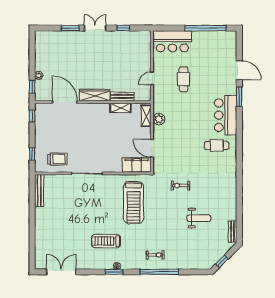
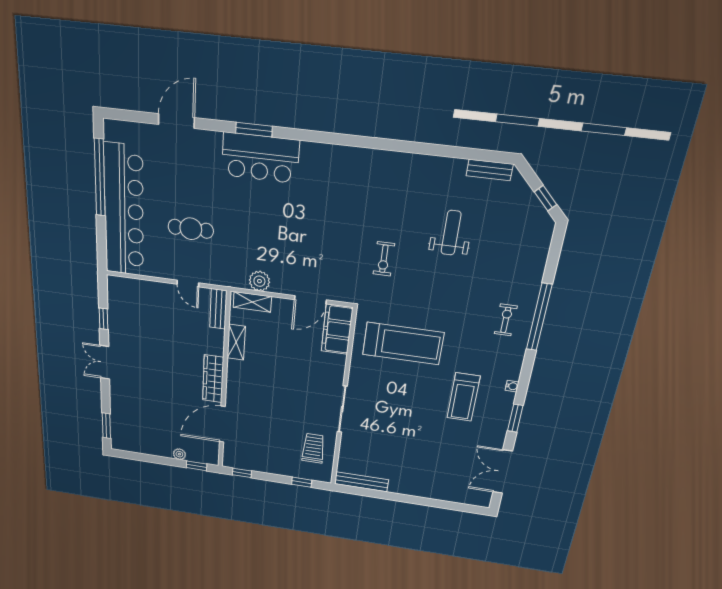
window: (70, 28) -> (106, 426), moved
bar counter: (172, 41) -> (124, 211), width x1.86
bench: (122, 96) -> (218, 309), moved
window: (239, 97) -> (254, 130), moved
cafe table: (217, 146) -> (316, 182), removed
window: (114, 272) -> (515, 418), moved

